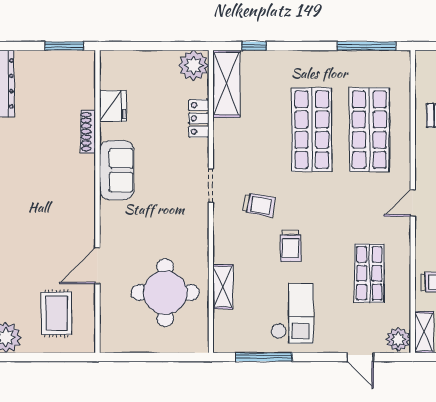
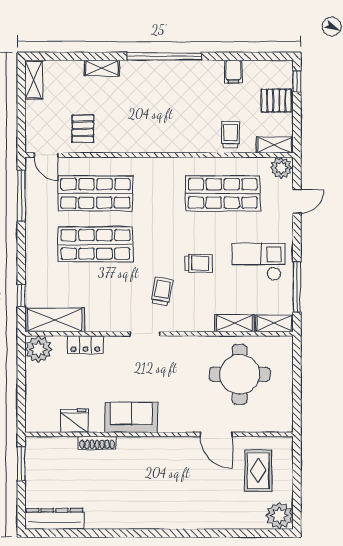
door: (413, 203) -> (46, 155), moved
shop shelf: (369, 273) -> (223, 193), width x1.43, depth x1.36
rug: (56, 313) -> (258, 471), turned 90
shelving: (223, 332) -> (274, 323), added

